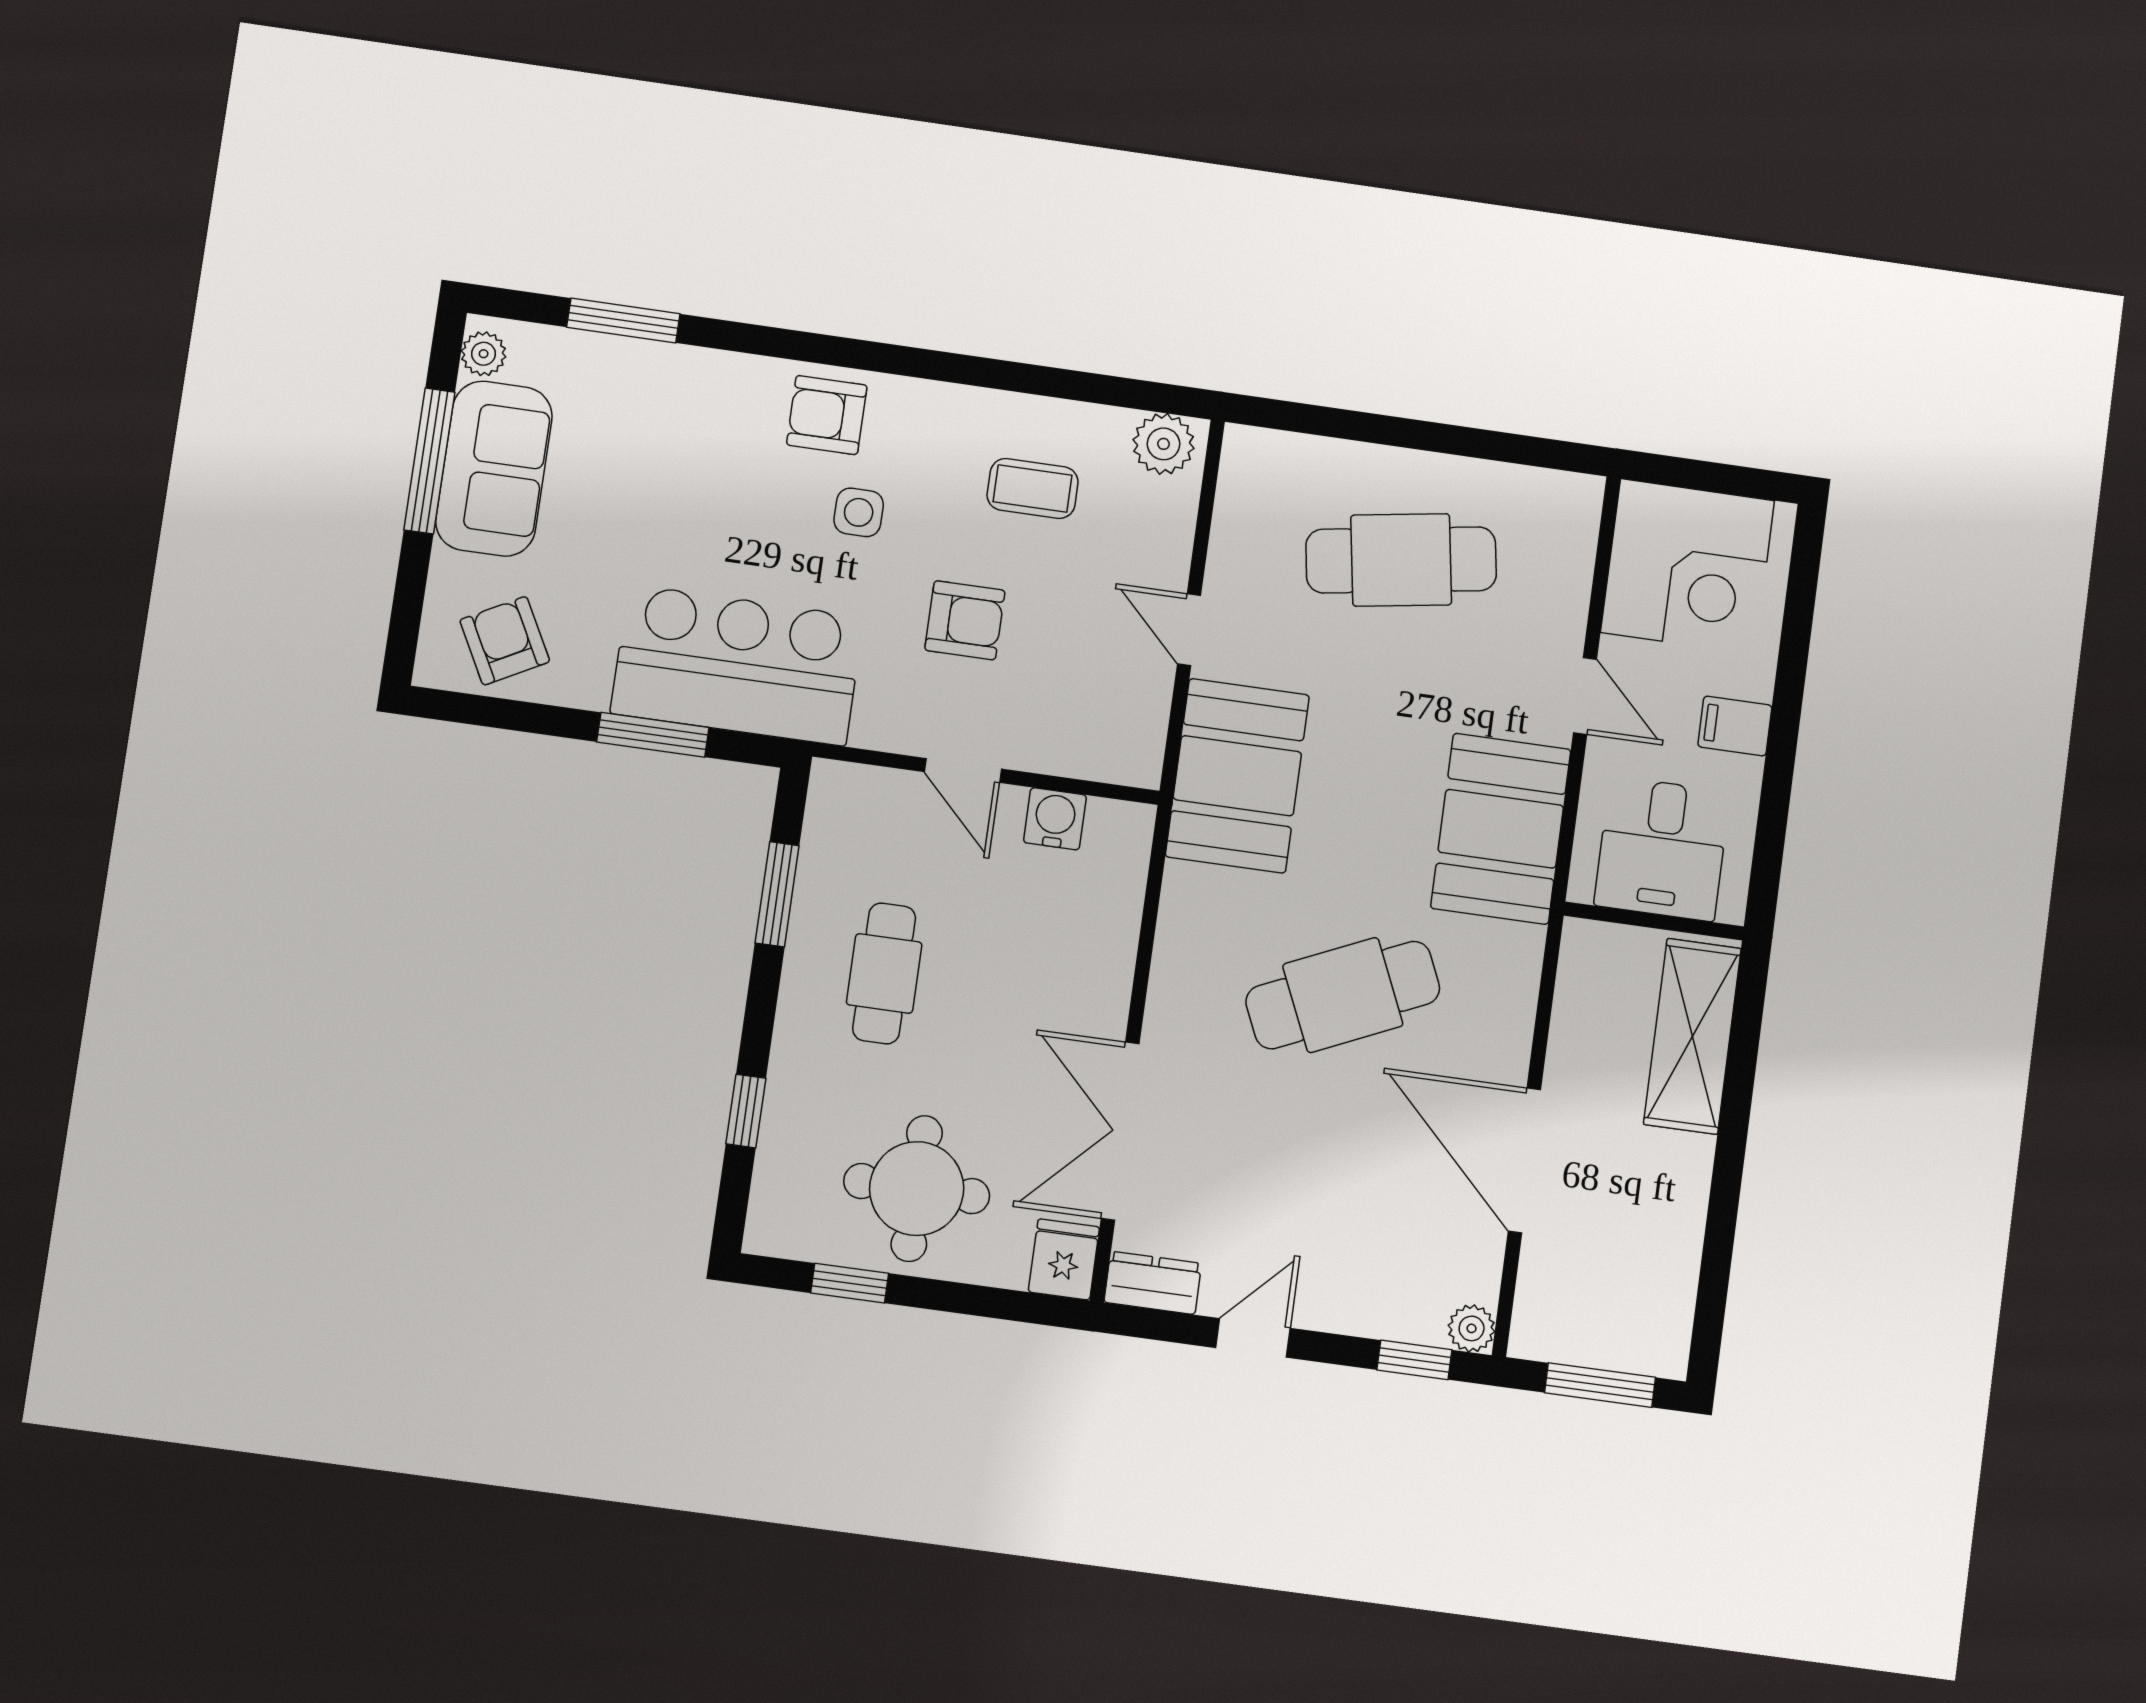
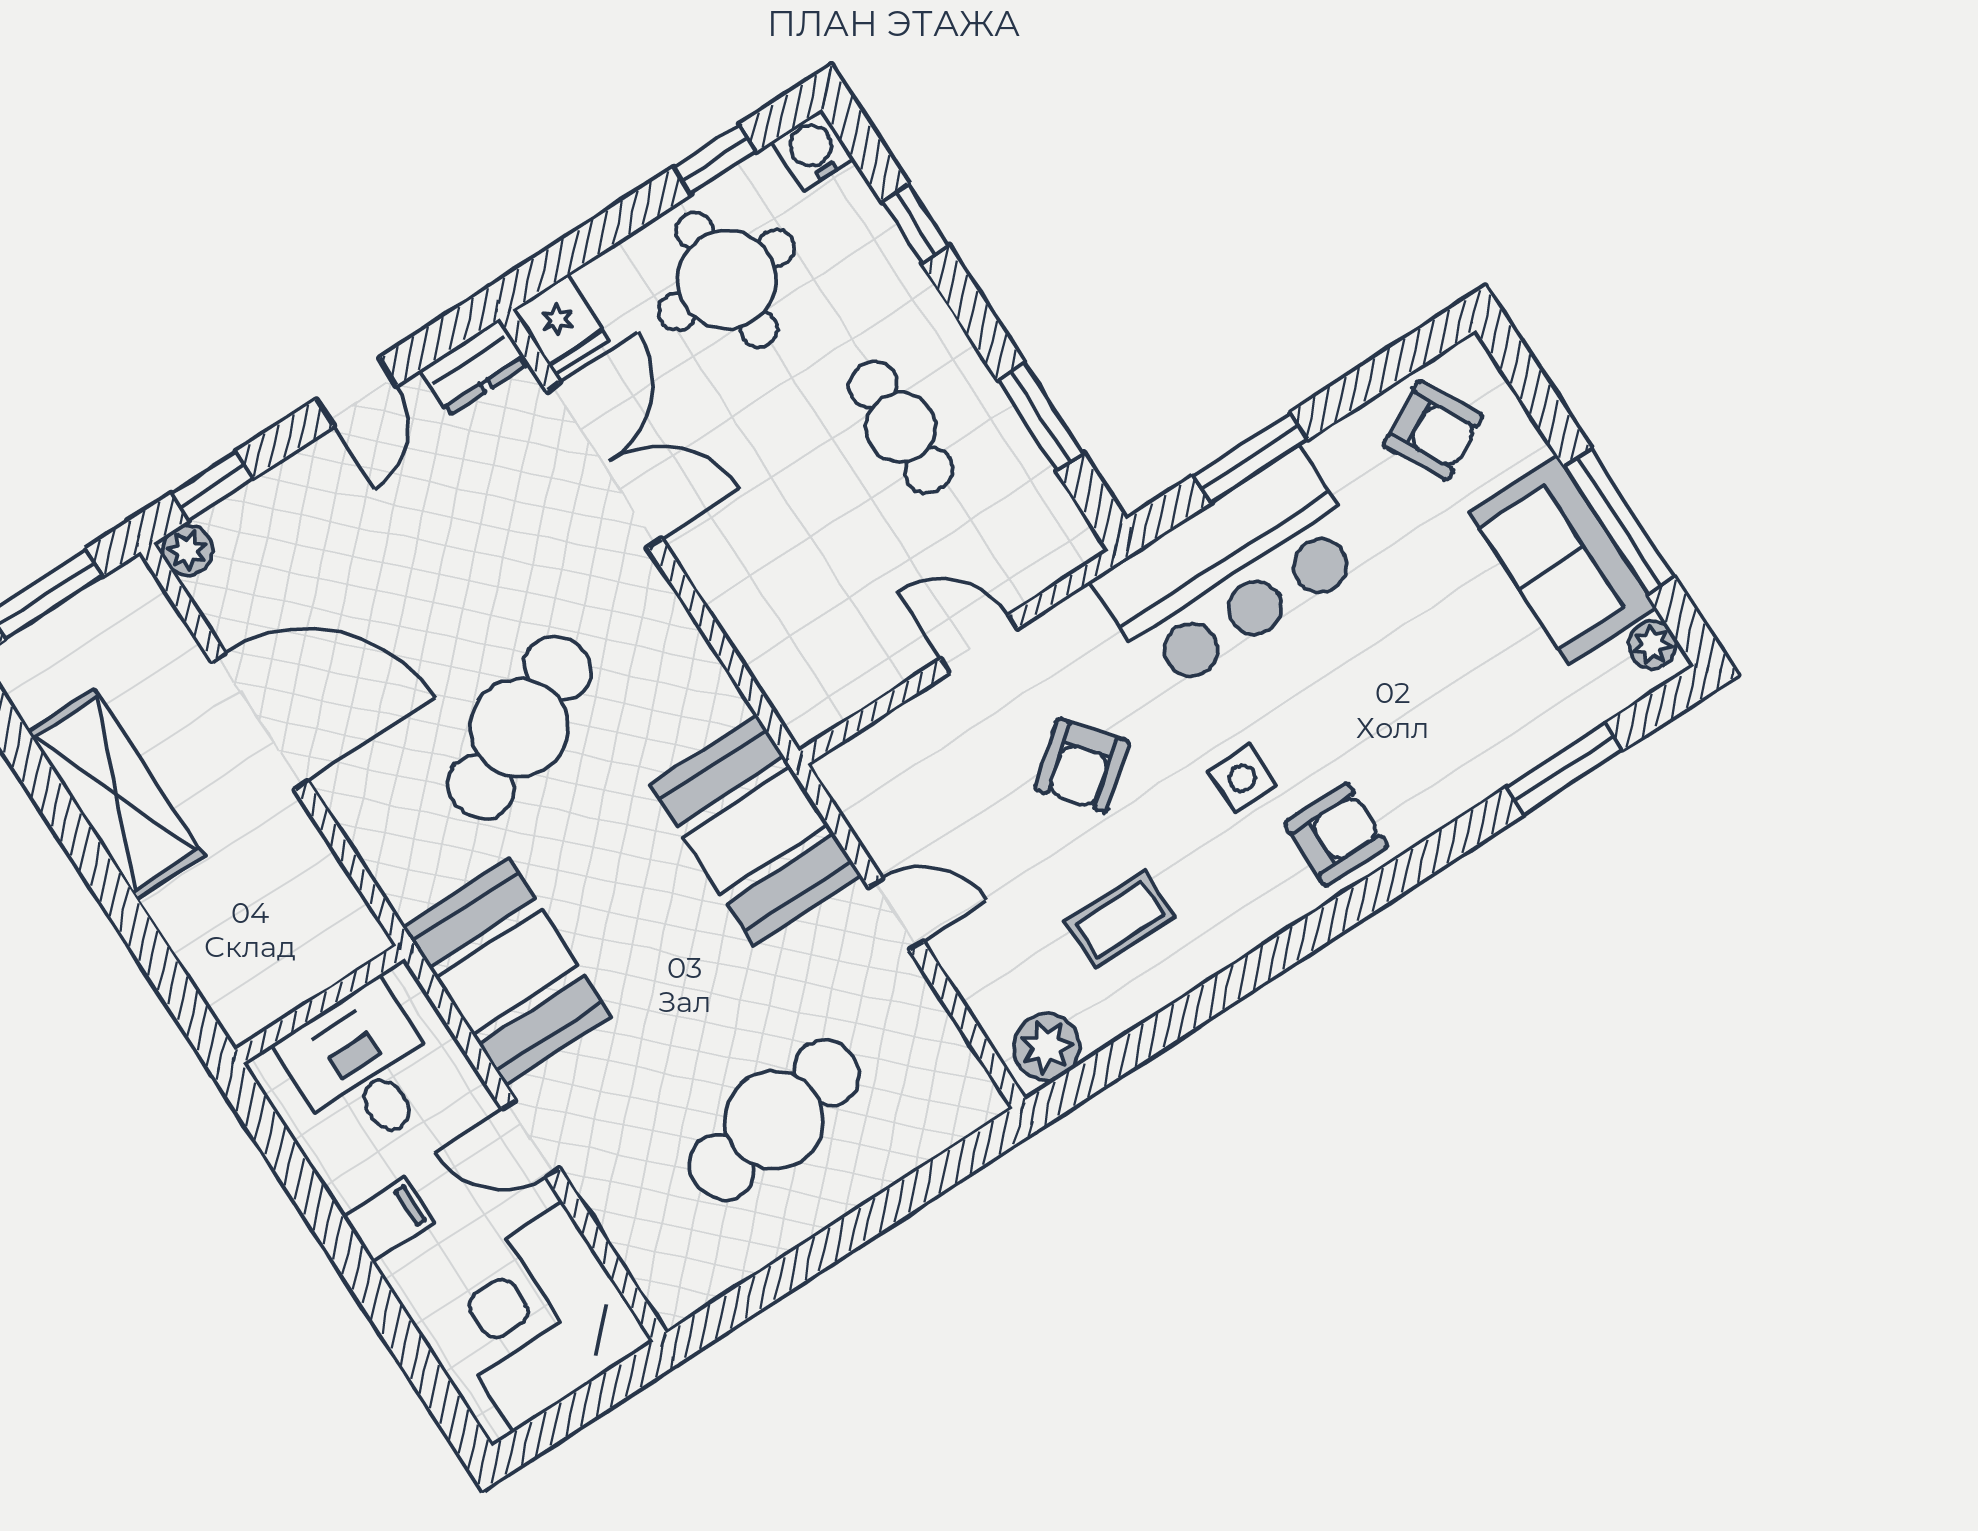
armchair: (965, 620) -> (1082, 766), turned -39
water cooler: (1055, 819) -> (813, 150), moved, turned 180
shelving: (1692, 1036) -> (116, 794), moved

